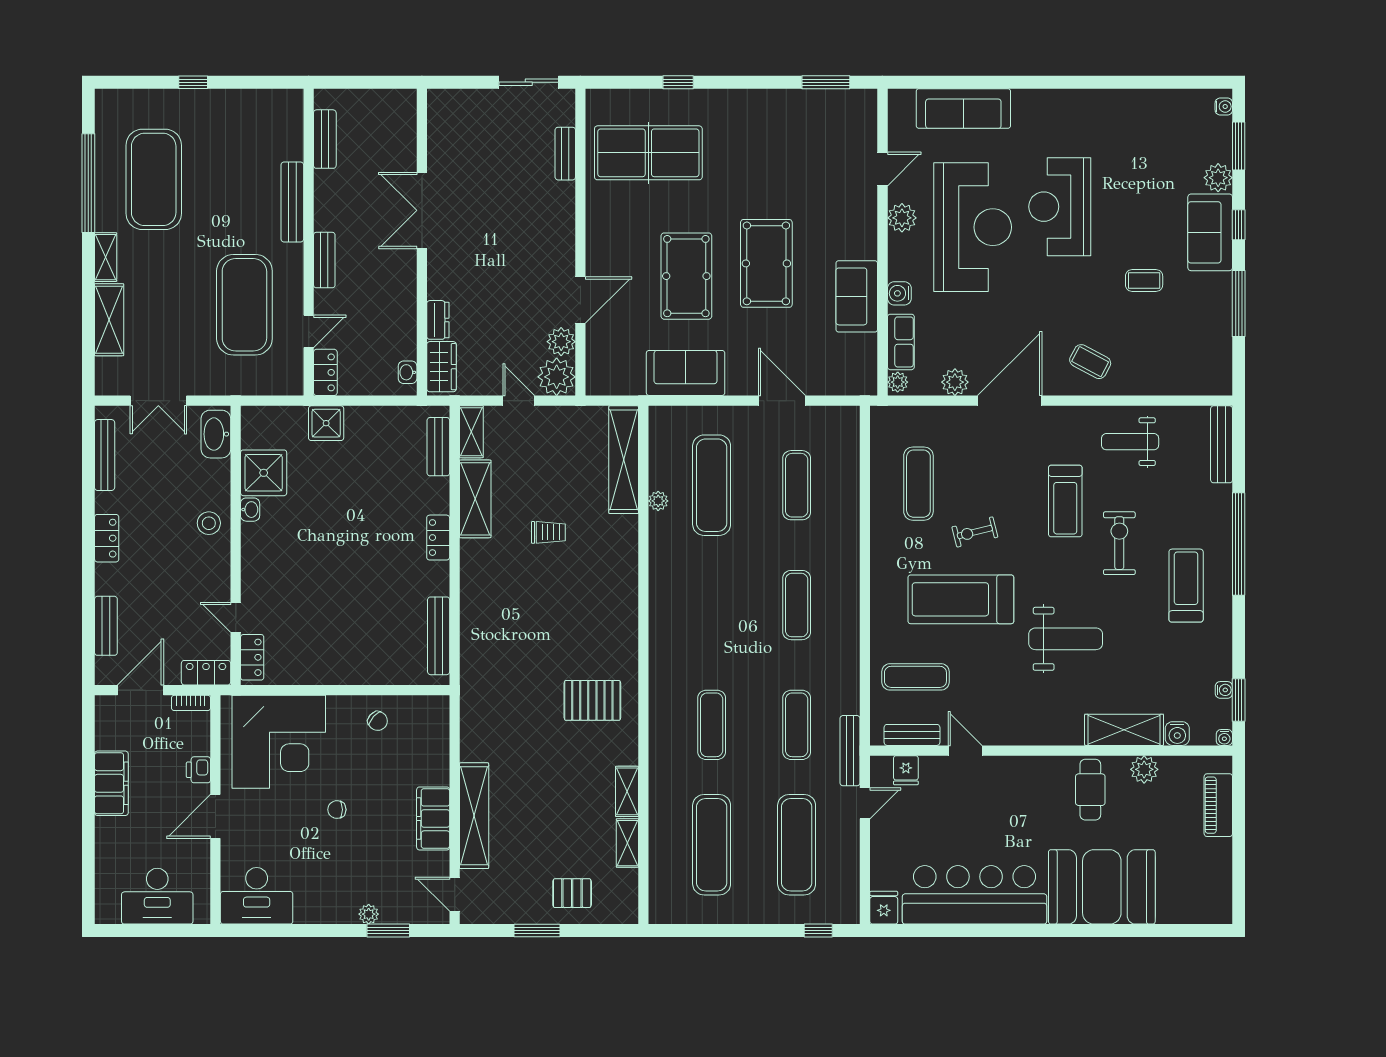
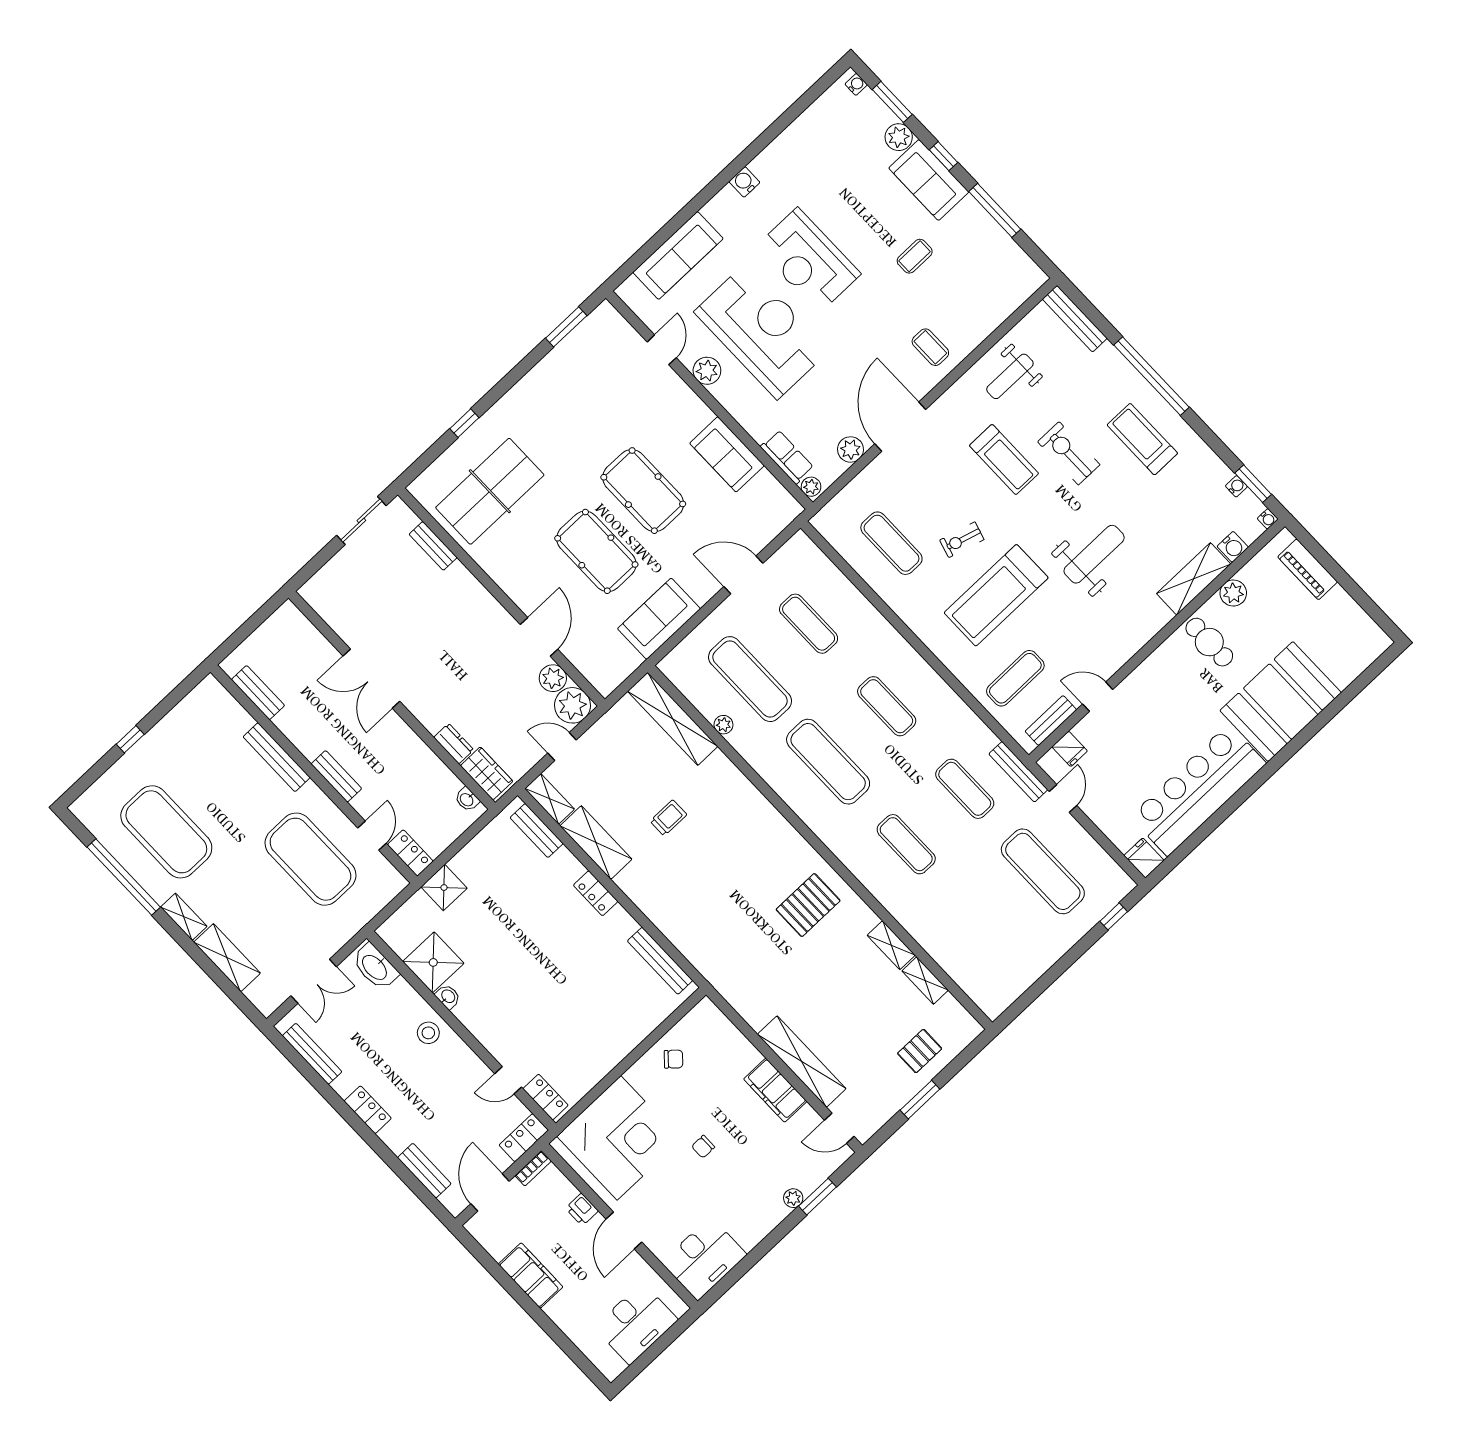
water cooler: (899, 293) -> (744, 182), moved, turned 90
coffee table: (1090, 362) -> (930, 347), turned 62
exercise bike: (975, 532) -> (962, 540), turned 30
exercise mat: (712, 845) -> (828, 762), moved

